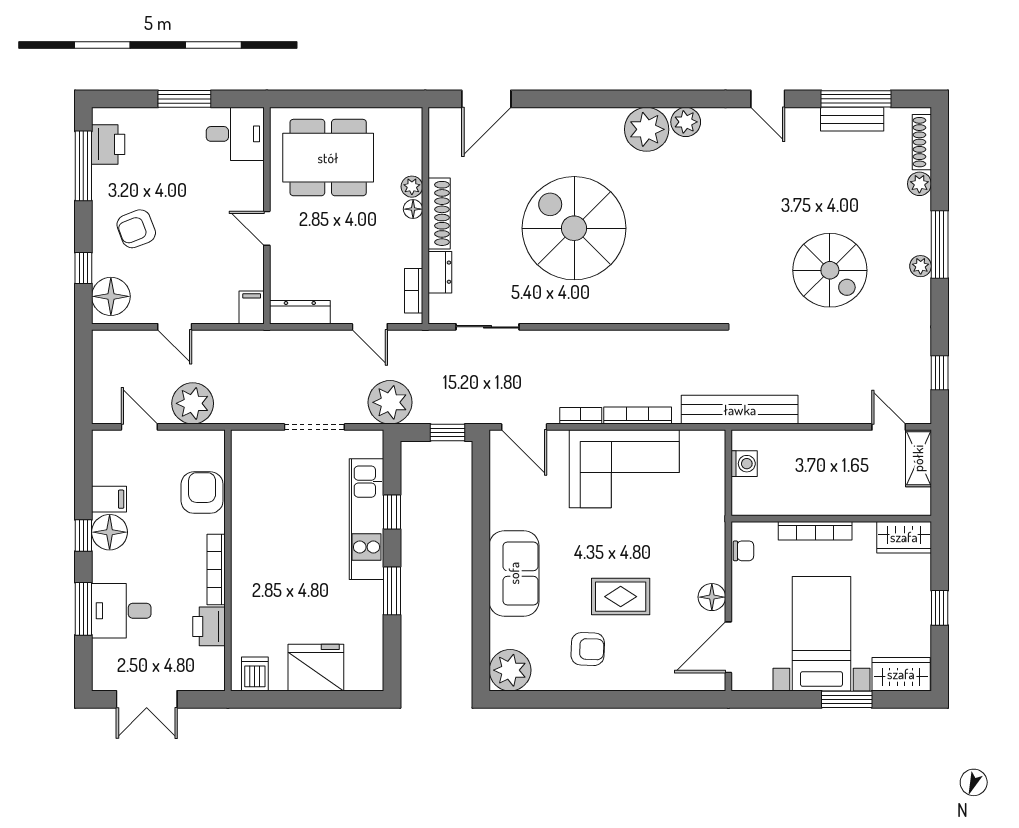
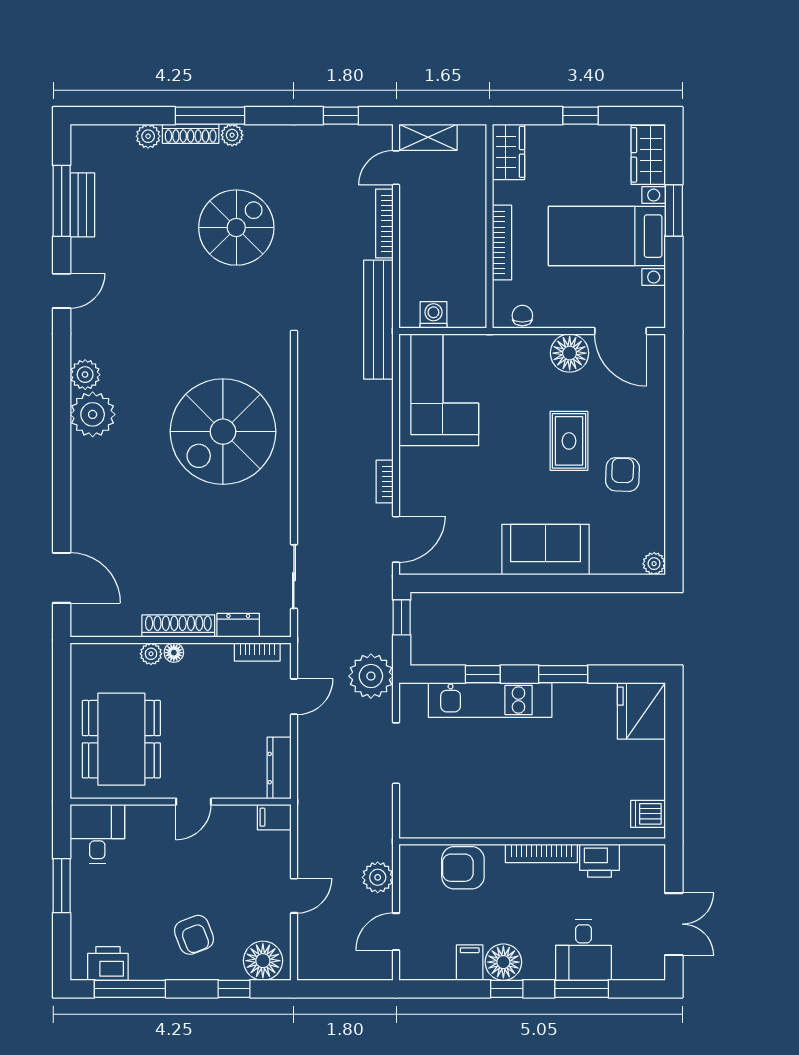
shoe rack: (922, 142) -> (191, 134), moved
spiral stairs: (574, 228) -> (223, 432), moved
plant: (193, 403) -> (378, 877), width x0.73, depth x0.73
bookcase: (638, 416) -> (384, 223), moved
corner sofa: (624, 469) -> (439, 390), moved
floor lamp: (712, 597) -> (570, 353), width x1.38, depth x1.38
fridge: (316, 668) -> (641, 711), moved
plant: (510, 670) -> (654, 564), width x0.53, depth x0.53

